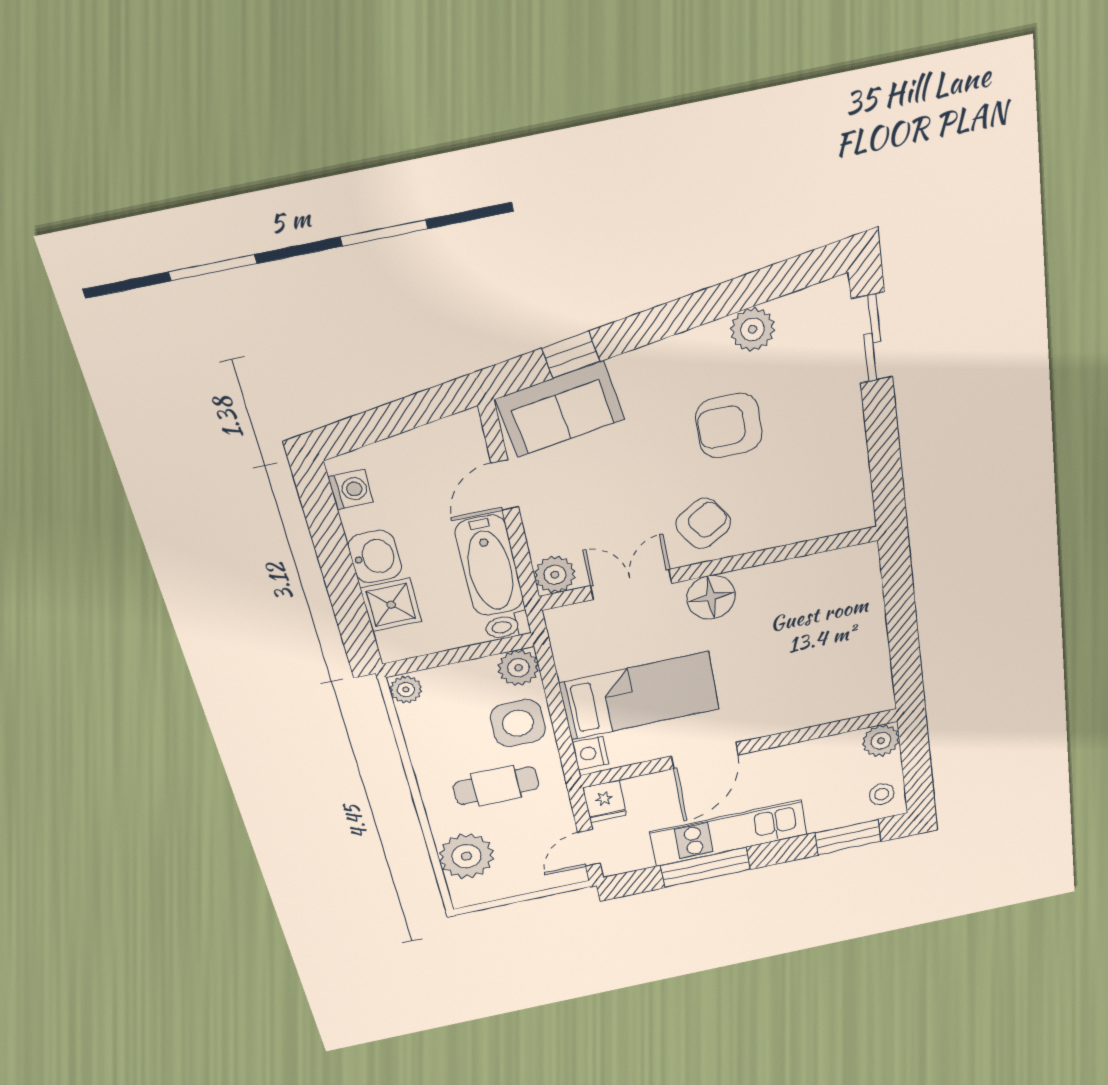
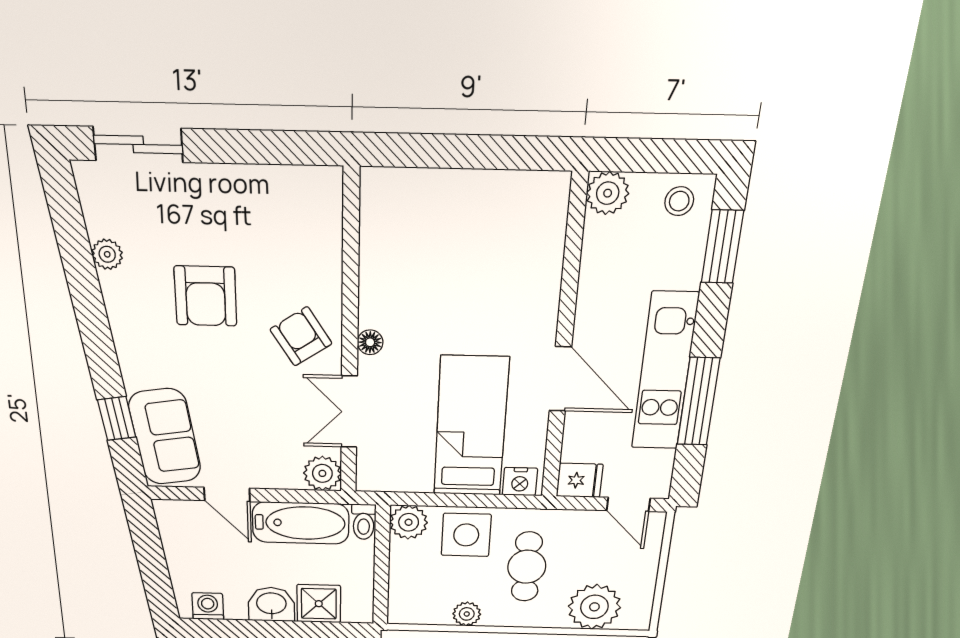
plant: (752, 329) -> (107, 254), width x0.73, depth x0.73
floor lamp: (711, 597) -> (370, 342), width x0.53, depth x0.53
plant: (406, 689) -> (467, 614), moved

